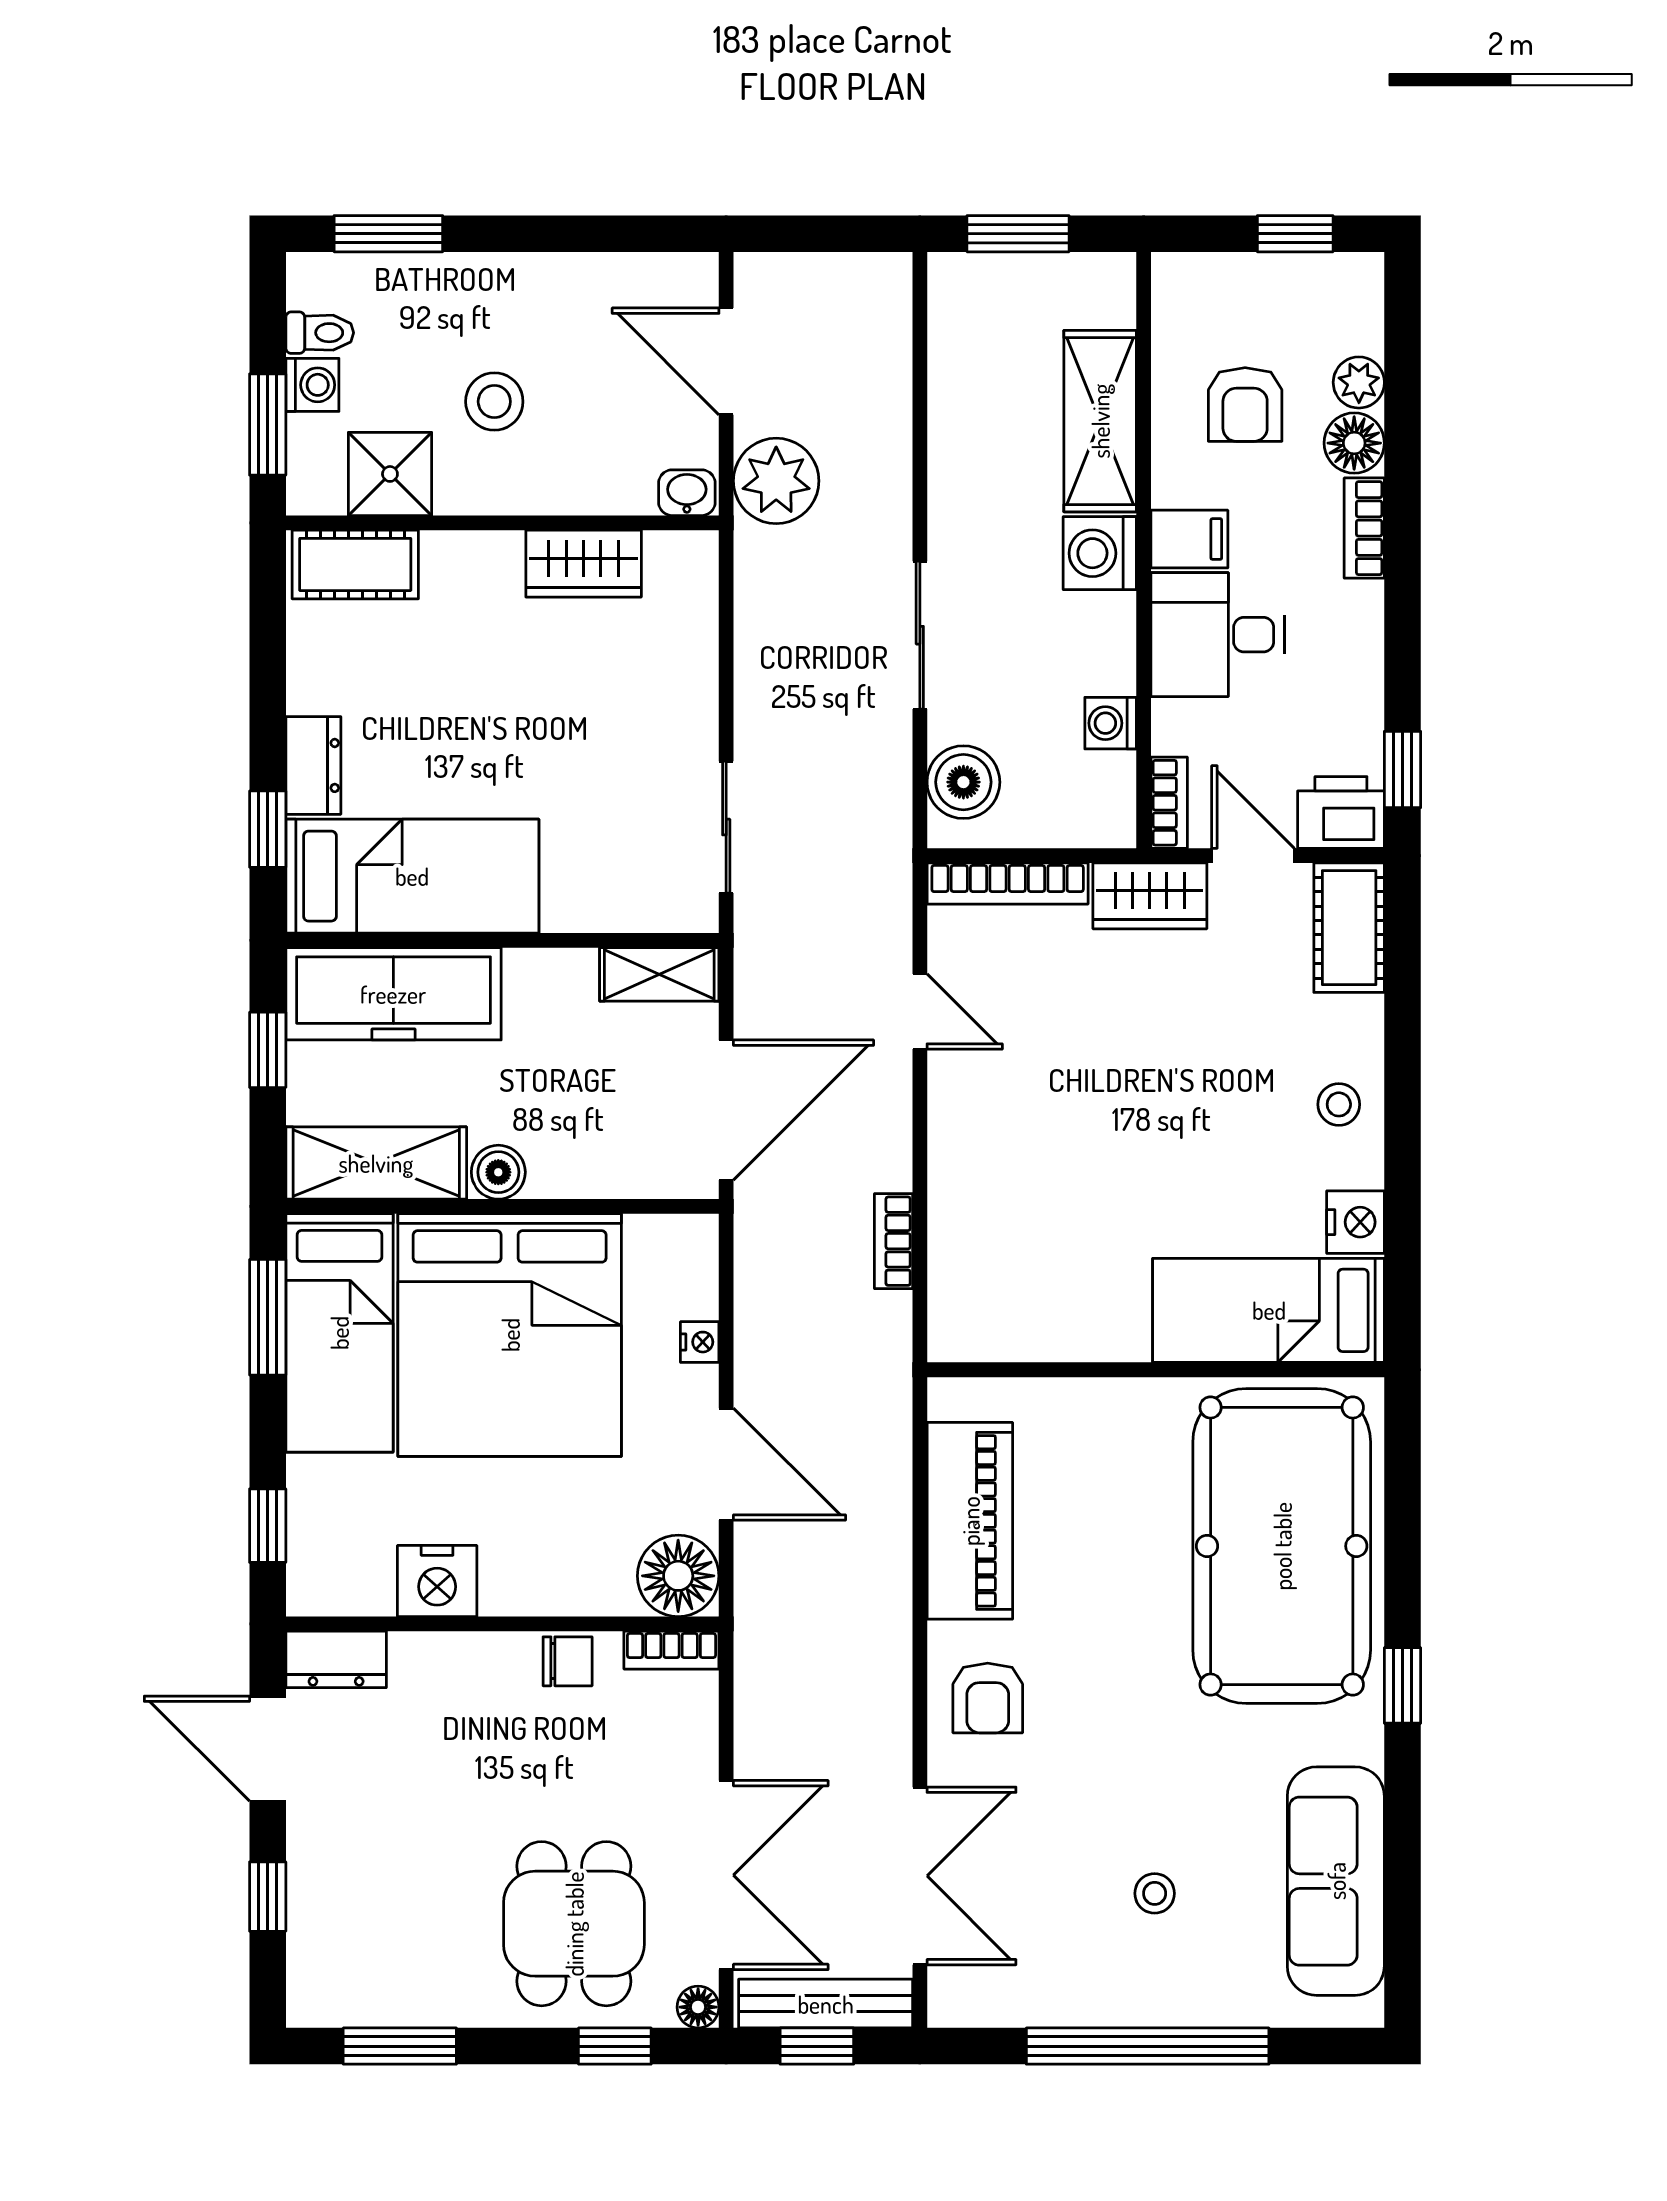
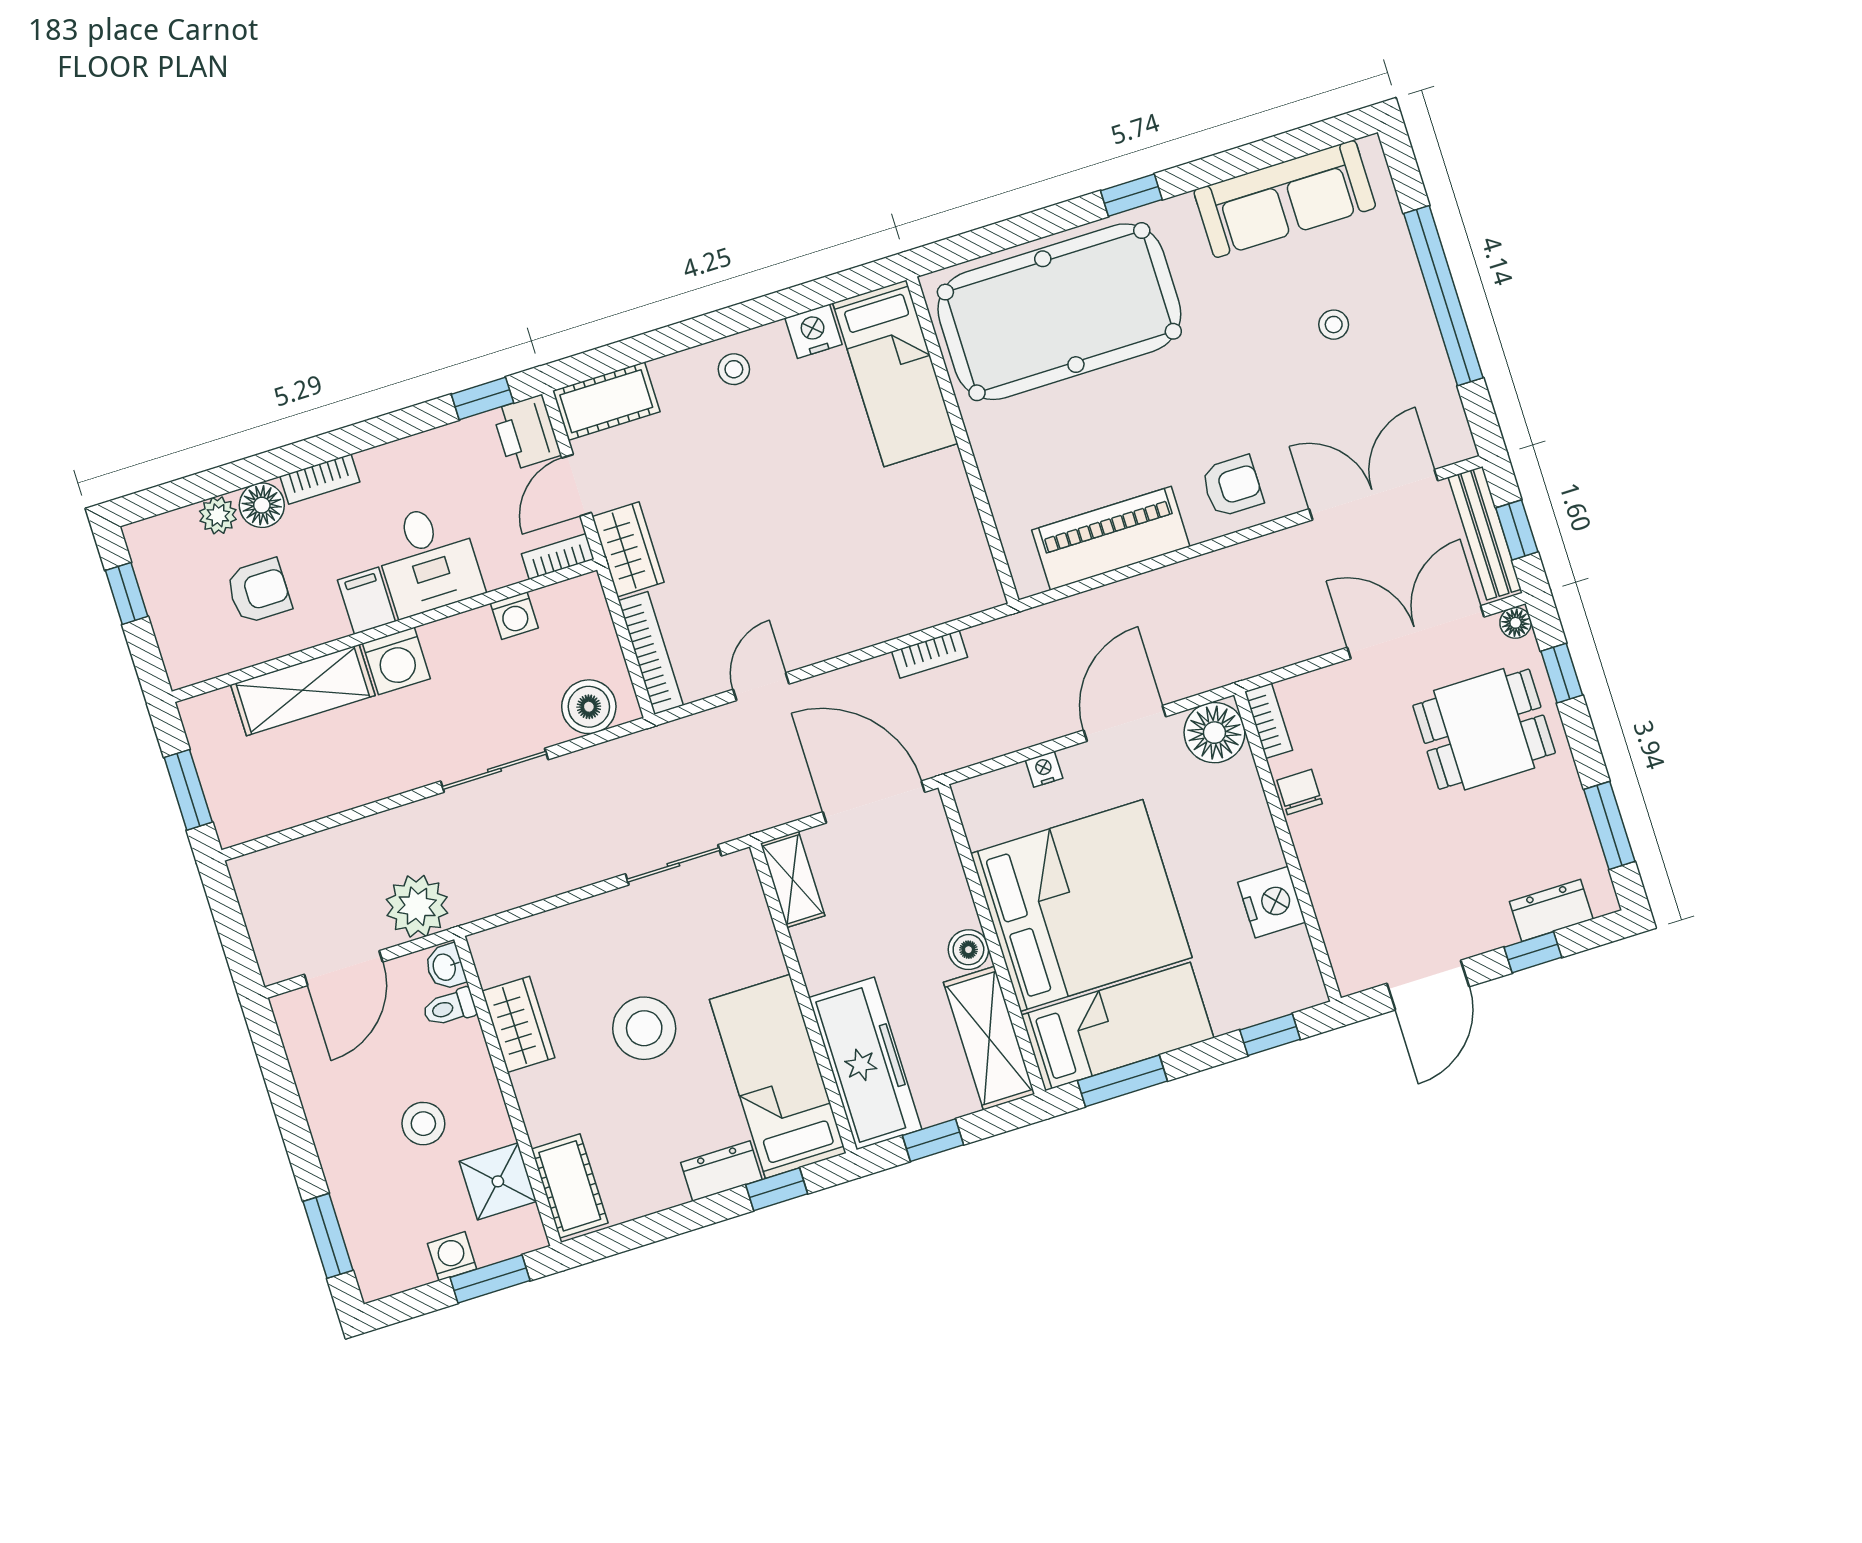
toilet: (320, 333) -> (449, 1008), moved, turned -90
stool: (528, 724) -> (644, 1028), added
dresser: (336, 1659) -> (1551, 910), moved, turned -90

